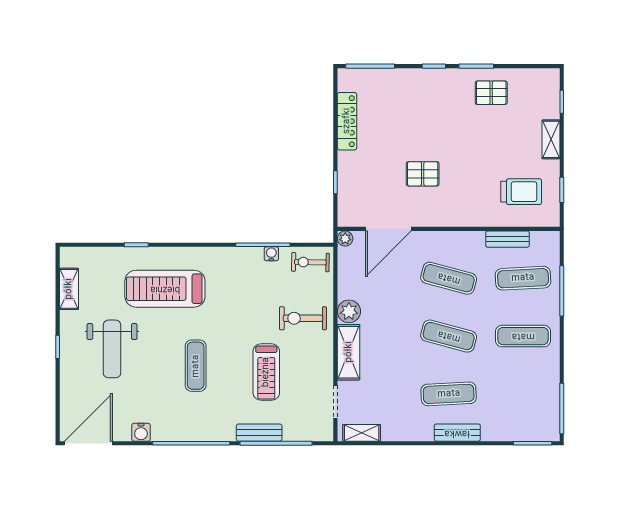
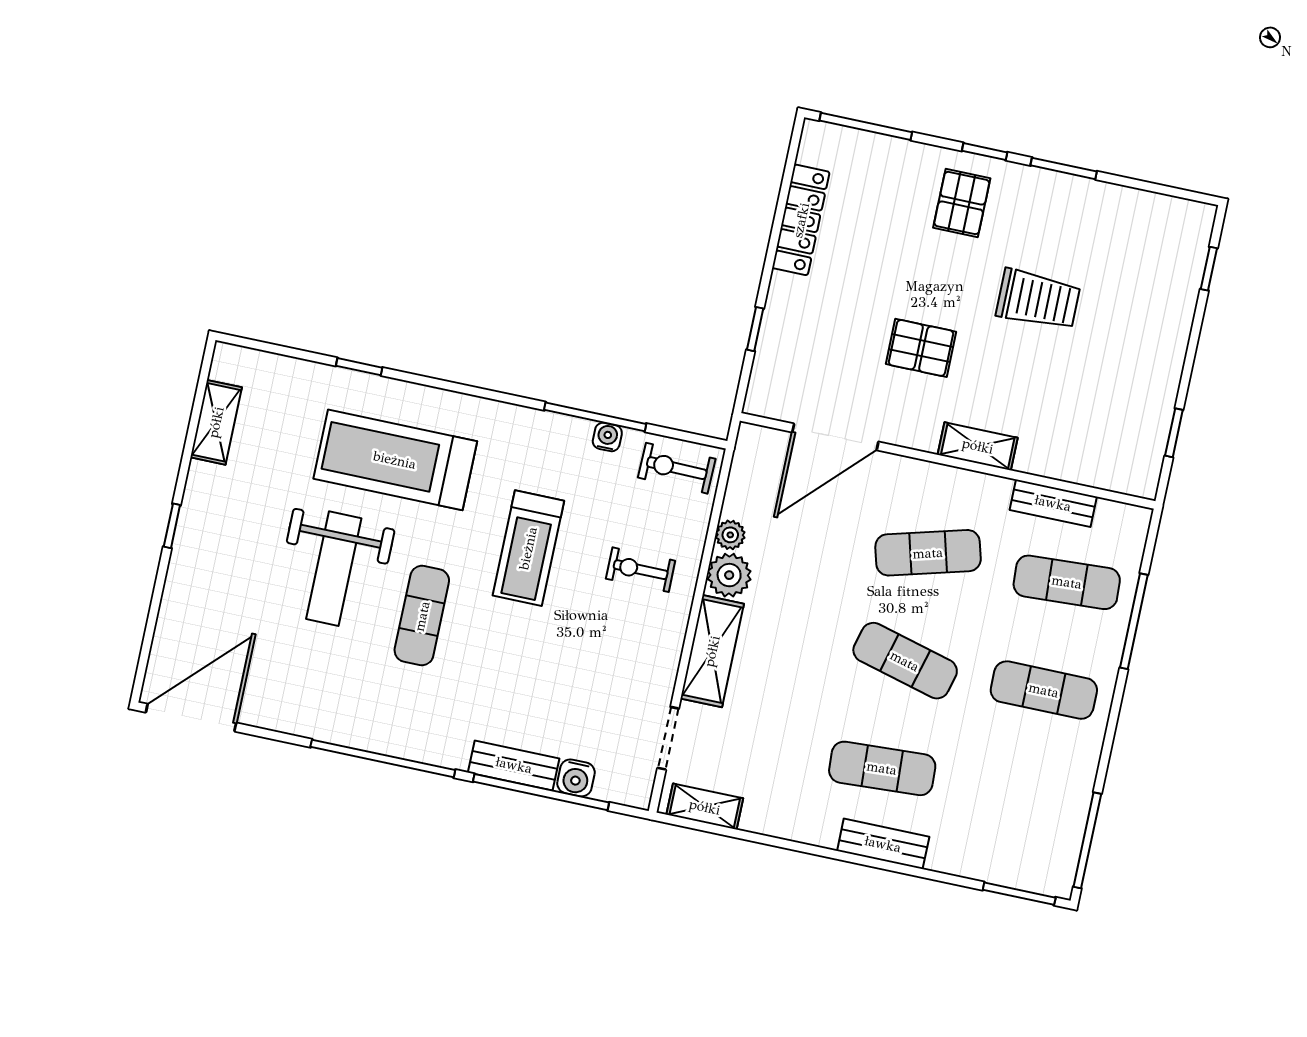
pallet: (491, 93) -> (962, 203), moved, turned 90
shelving: (551, 139) -> (978, 446), moved, turned 90
trolley: (521, 192) -> (1038, 300), moved
plant: (345, 239) -> (730, 535), moved
exercise mat: (449, 278) -> (928, 553), turned -30
exercise bike: (303, 318) -> (641, 570), width x0.73, depth x0.72
weight bench: (112, 349) -> (334, 569), moved
treadmill: (266, 372) -> (528, 548), moved
water cooler: (141, 432) -> (576, 778), moved

